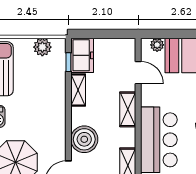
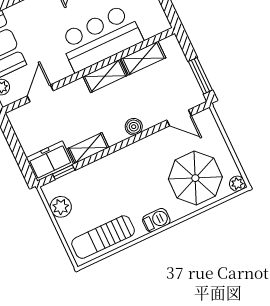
shelving: (128, 109) -> (105, 76), moved
boiler: (84, 139) -> (134, 127), width x0.54, depth x0.54

